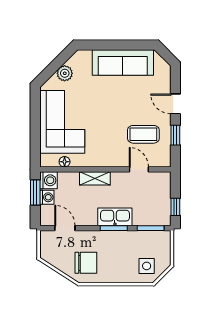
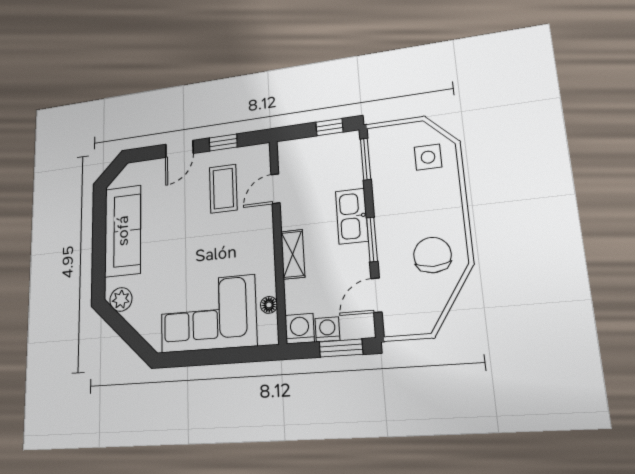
plant: (65, 73) -> (121, 299), moved
window: (35, 192) -> (341, 348), moved
window: (114, 228) -> (372, 240), moved

